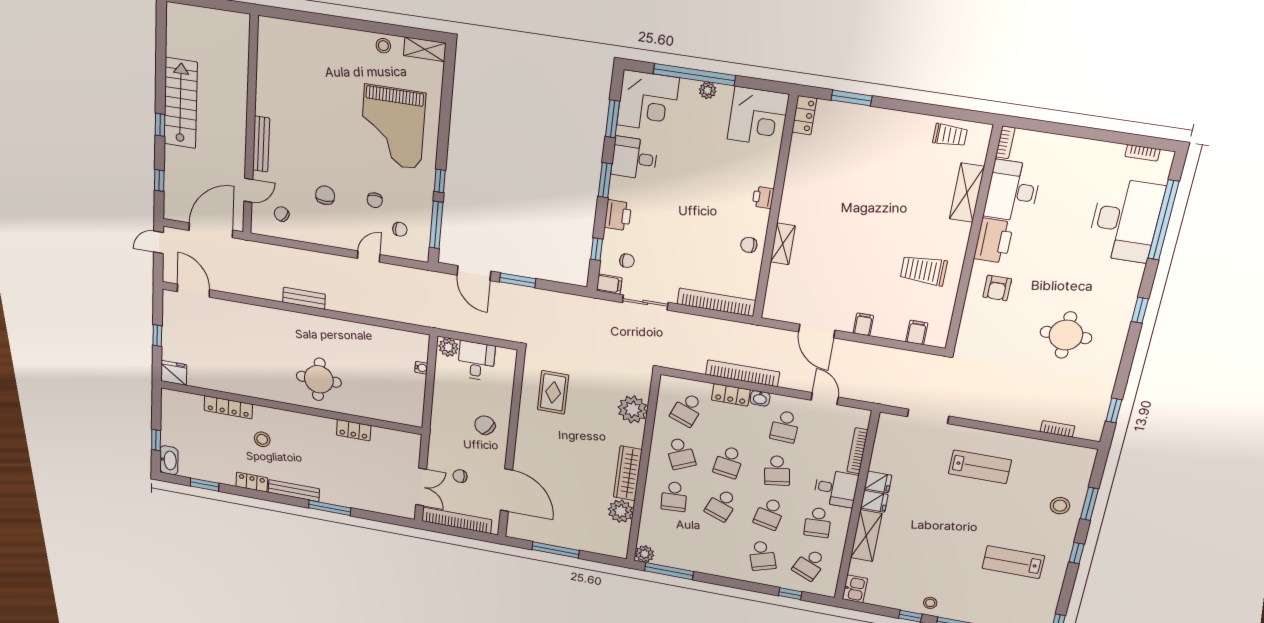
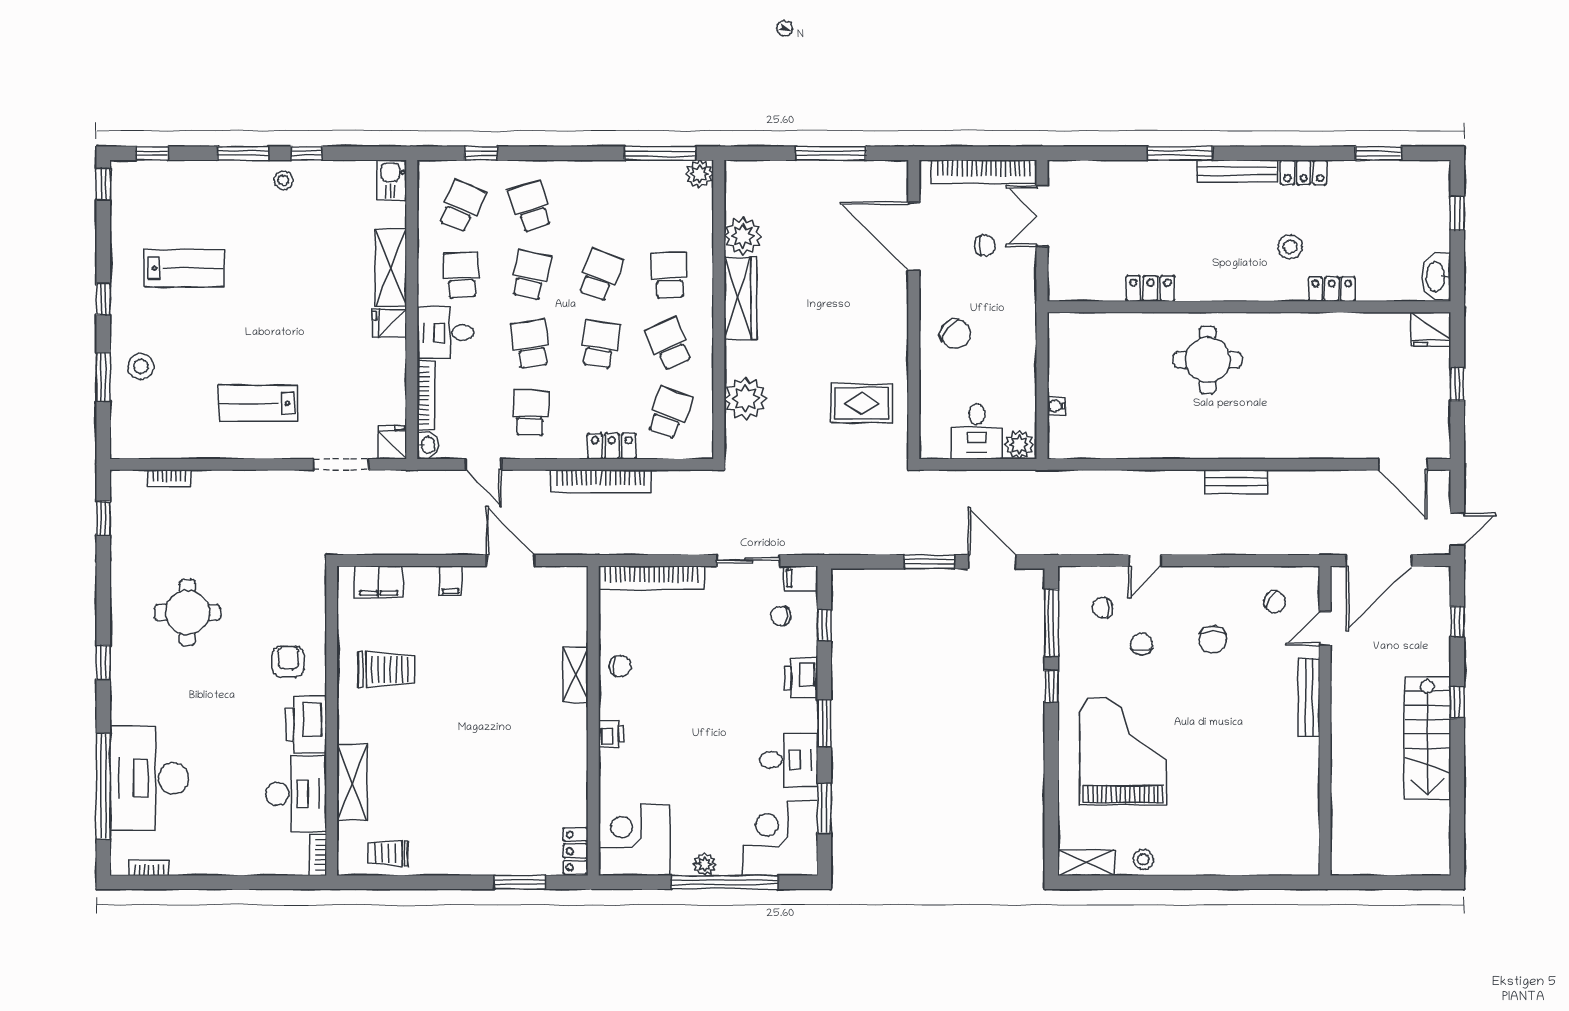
filing cabinet: (917, 332) -> (379, 582), width x2.00
rug: (553, 392) -> (862, 403), turned 90
washbasin: (760, 398) -> (428, 445), moved, turned 90
locker: (228, 407) -> (1332, 289), width x0.66
washbasin: (169, 460) -> (1436, 277), moved
fridge: (878, 482) -> (392, 442), moved, turned 90

